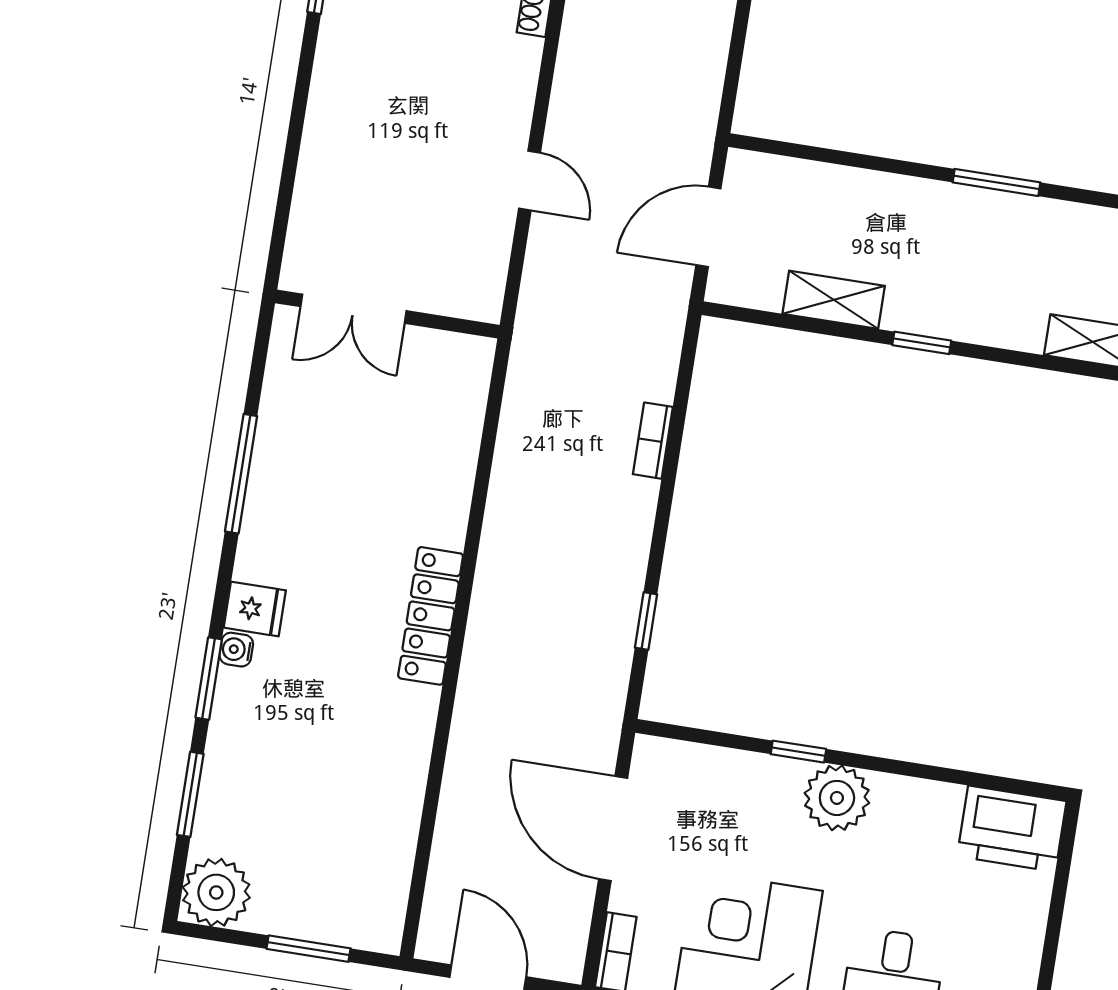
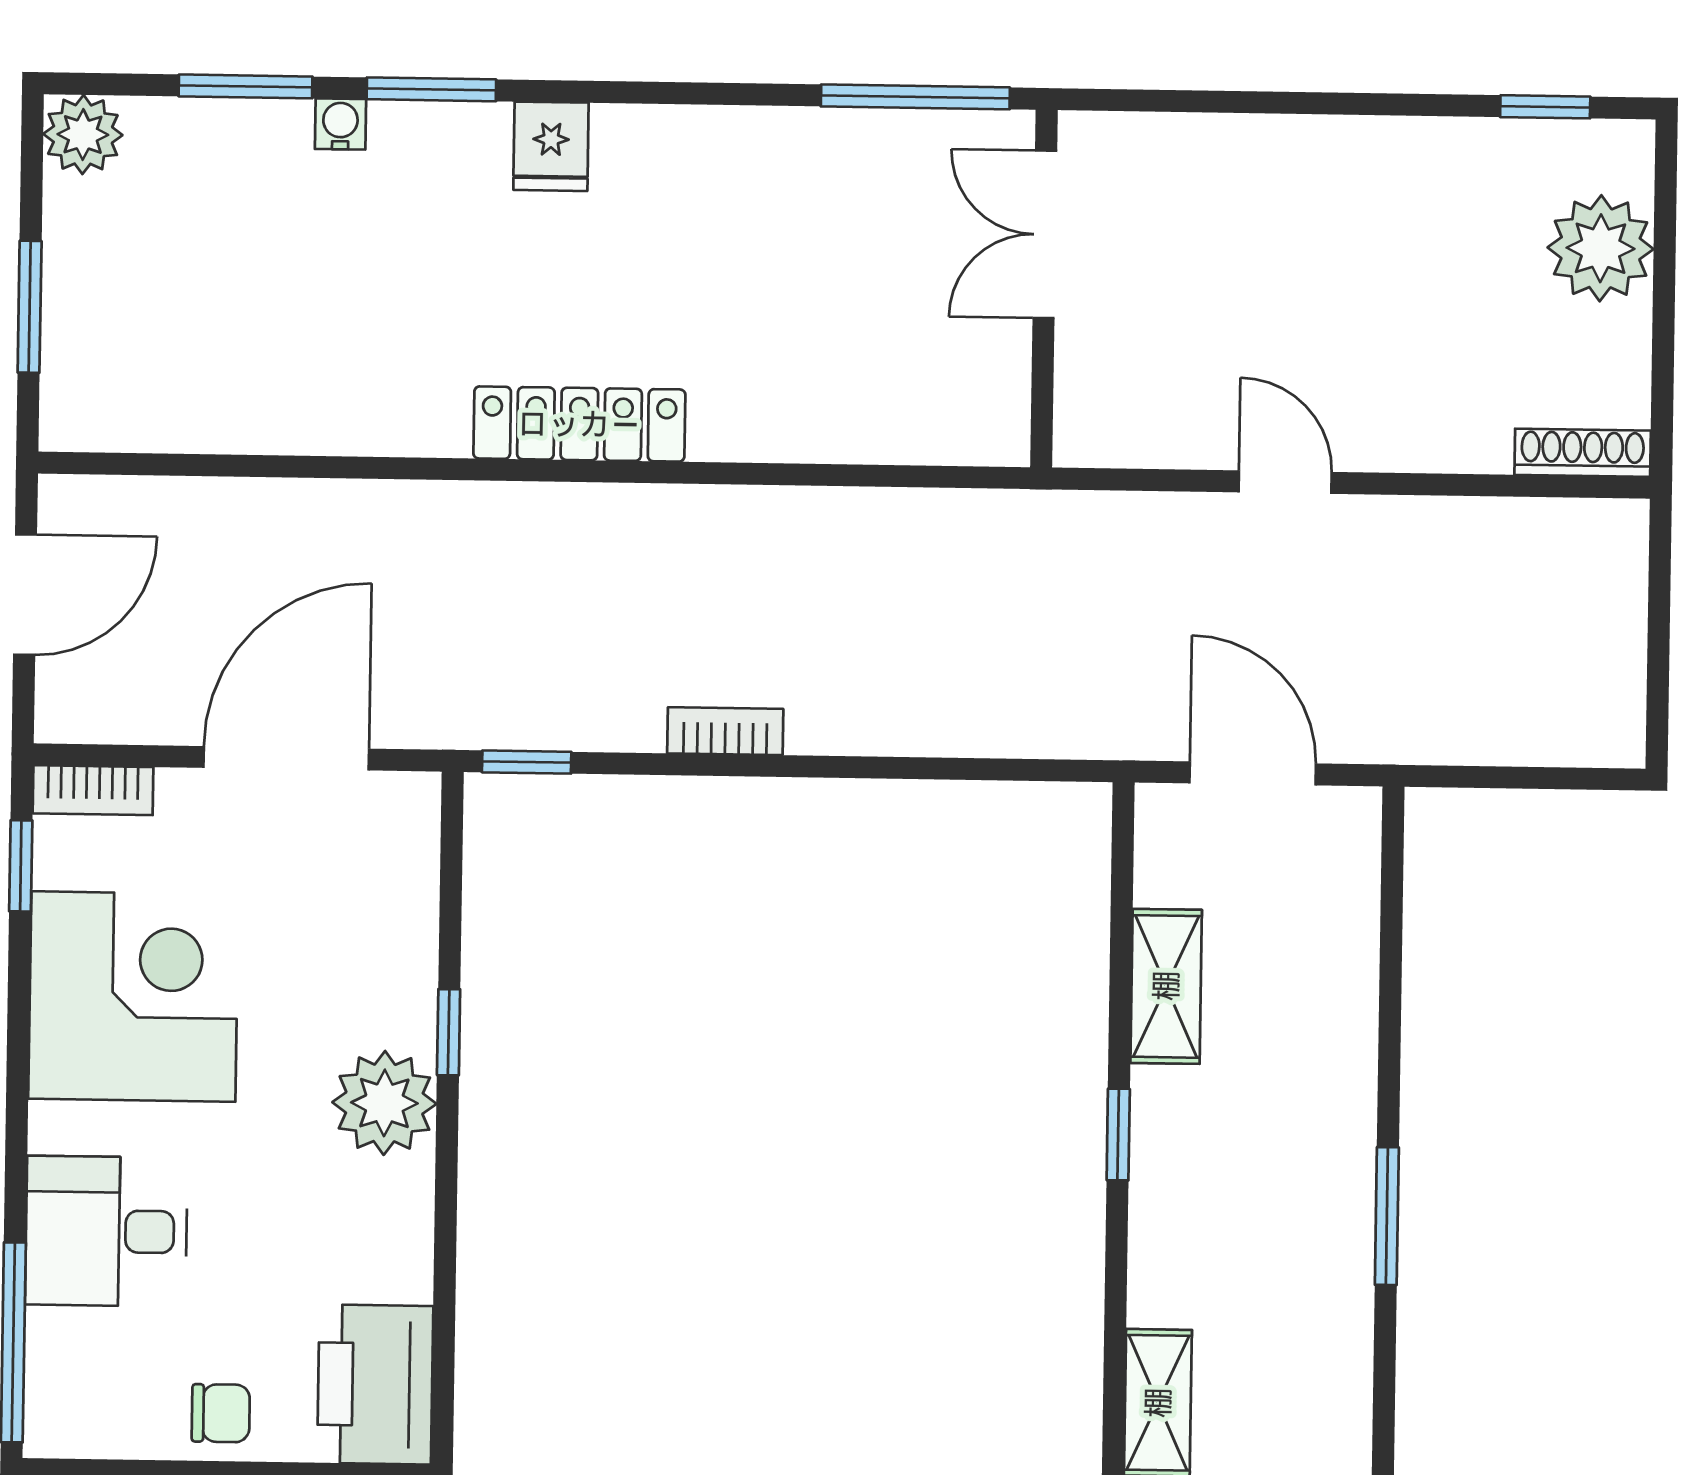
door: (529, 181) -> (1285, 482), swing flipped
bookcase: (653, 441) -> (725, 731), moved
window: (241, 474) -> (915, 97), moved
window: (646, 621) -> (527, 762), moved
water cooler: (236, 650) -> (340, 124), moved
plant: (216, 892) -> (83, 134), width x0.73, depth x0.73
chair: (1016, 928) -> (221, 1413), added

